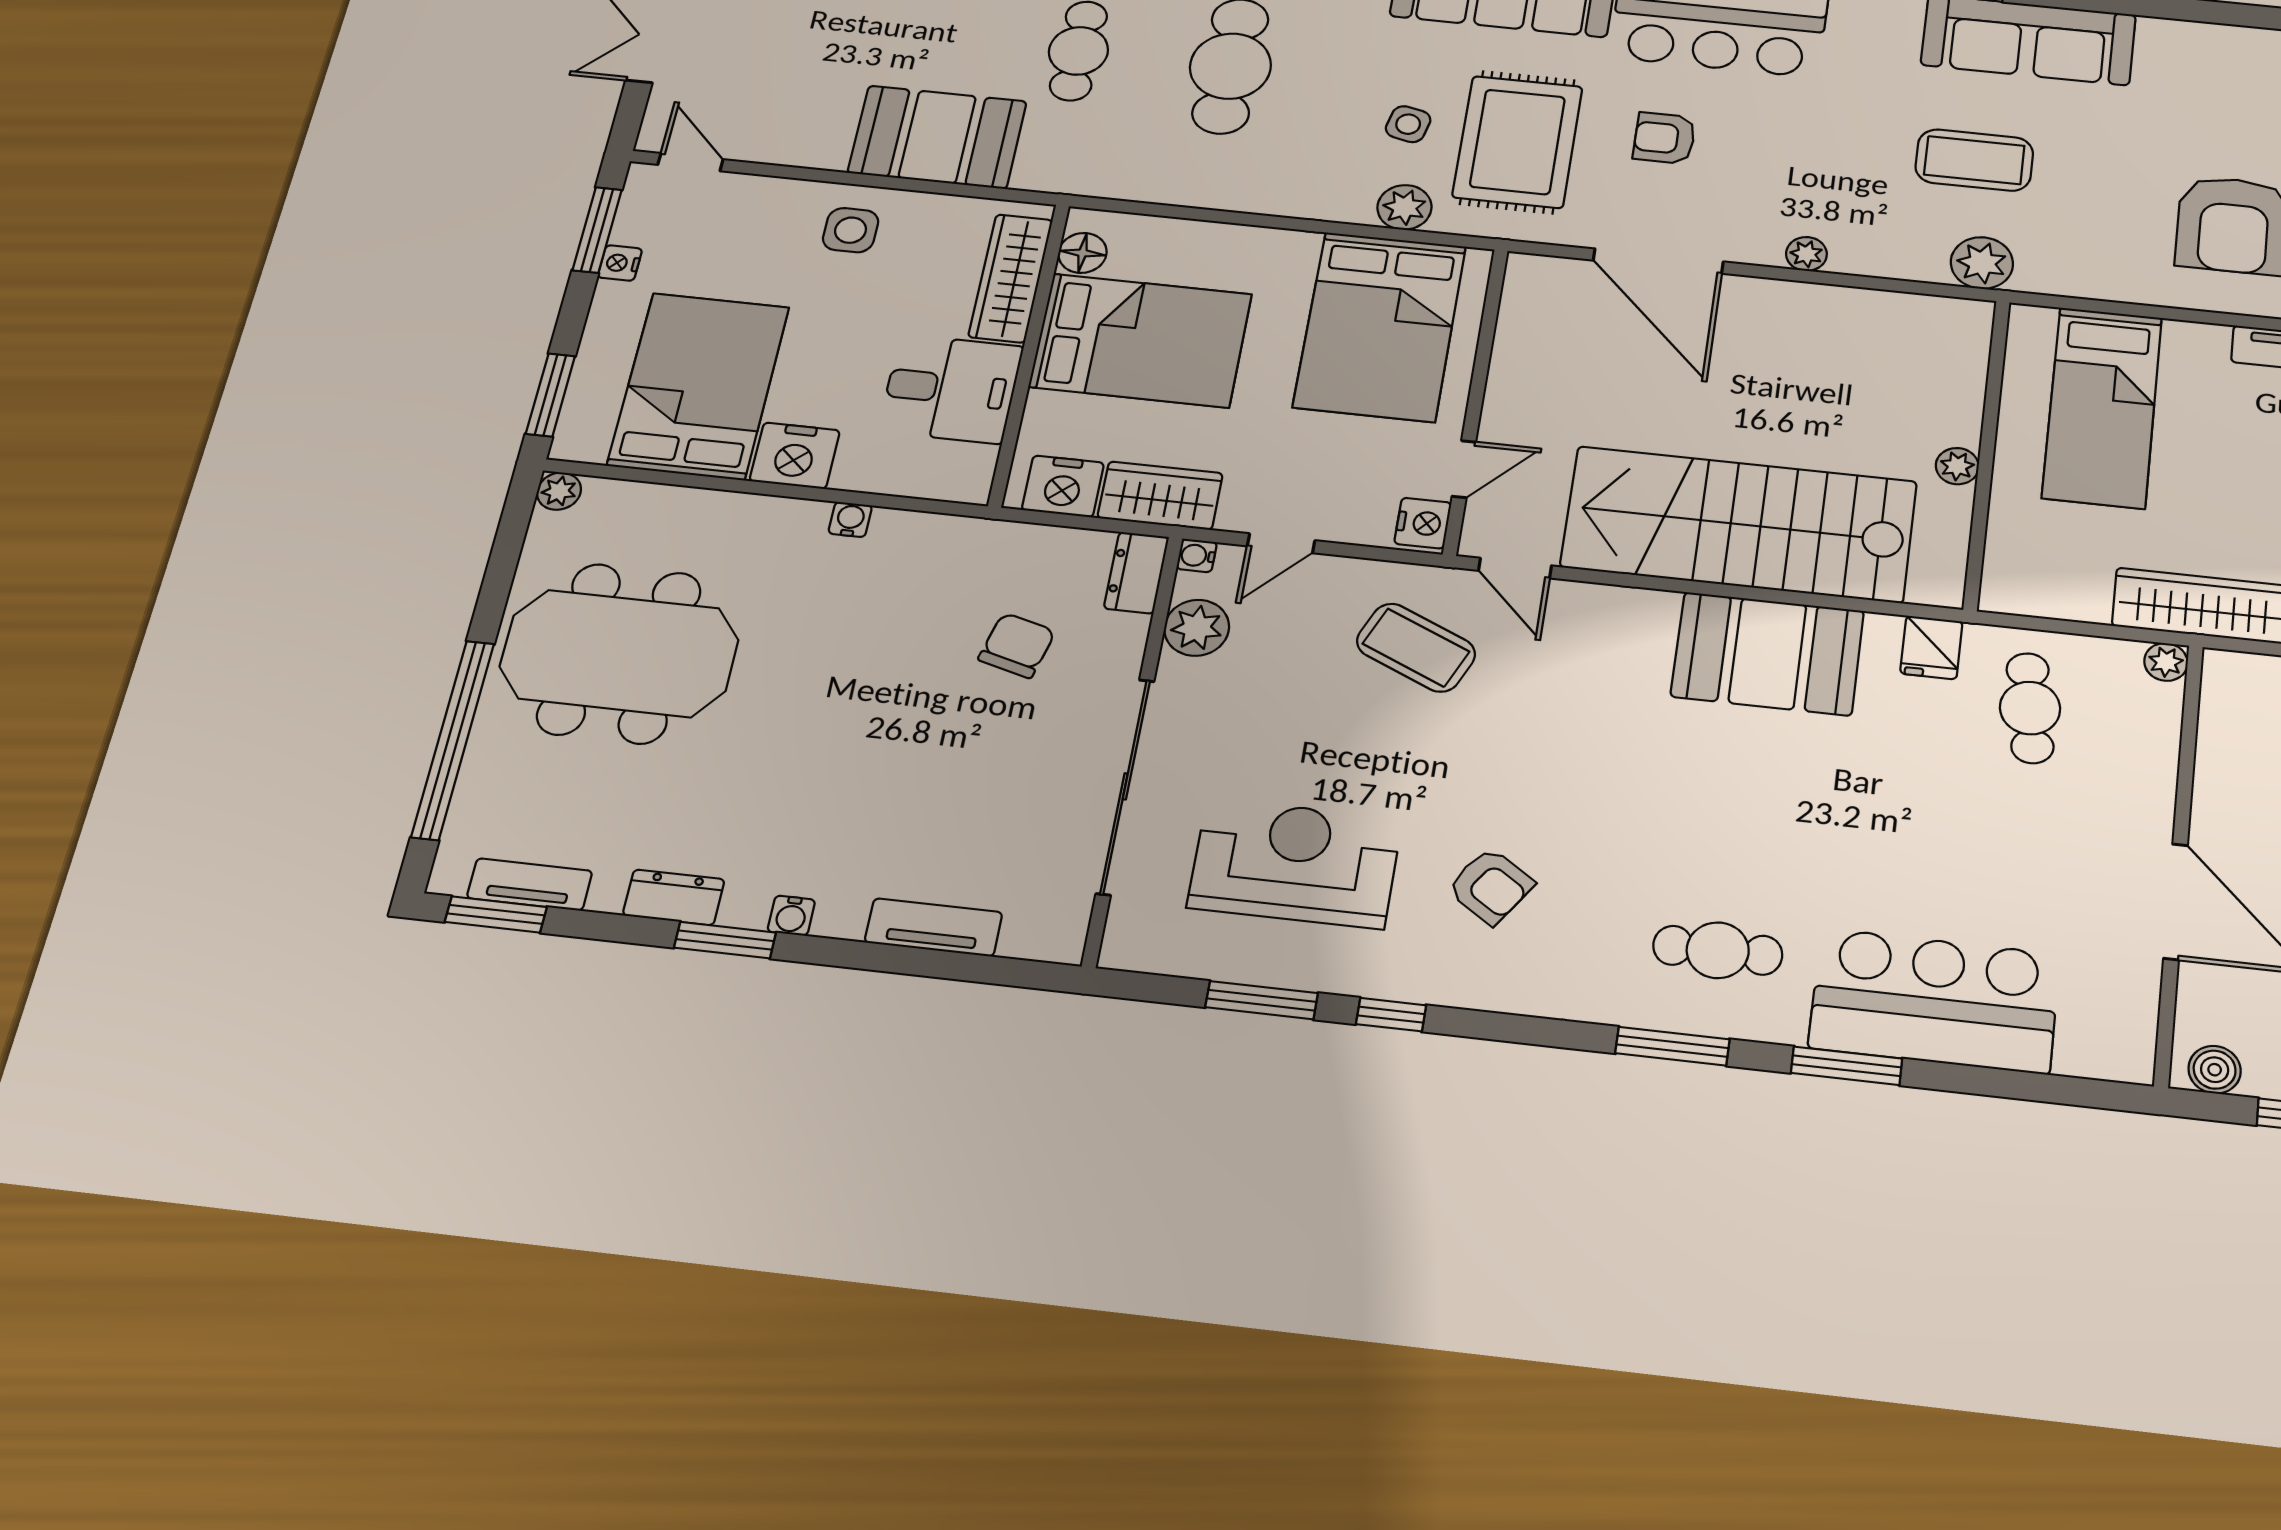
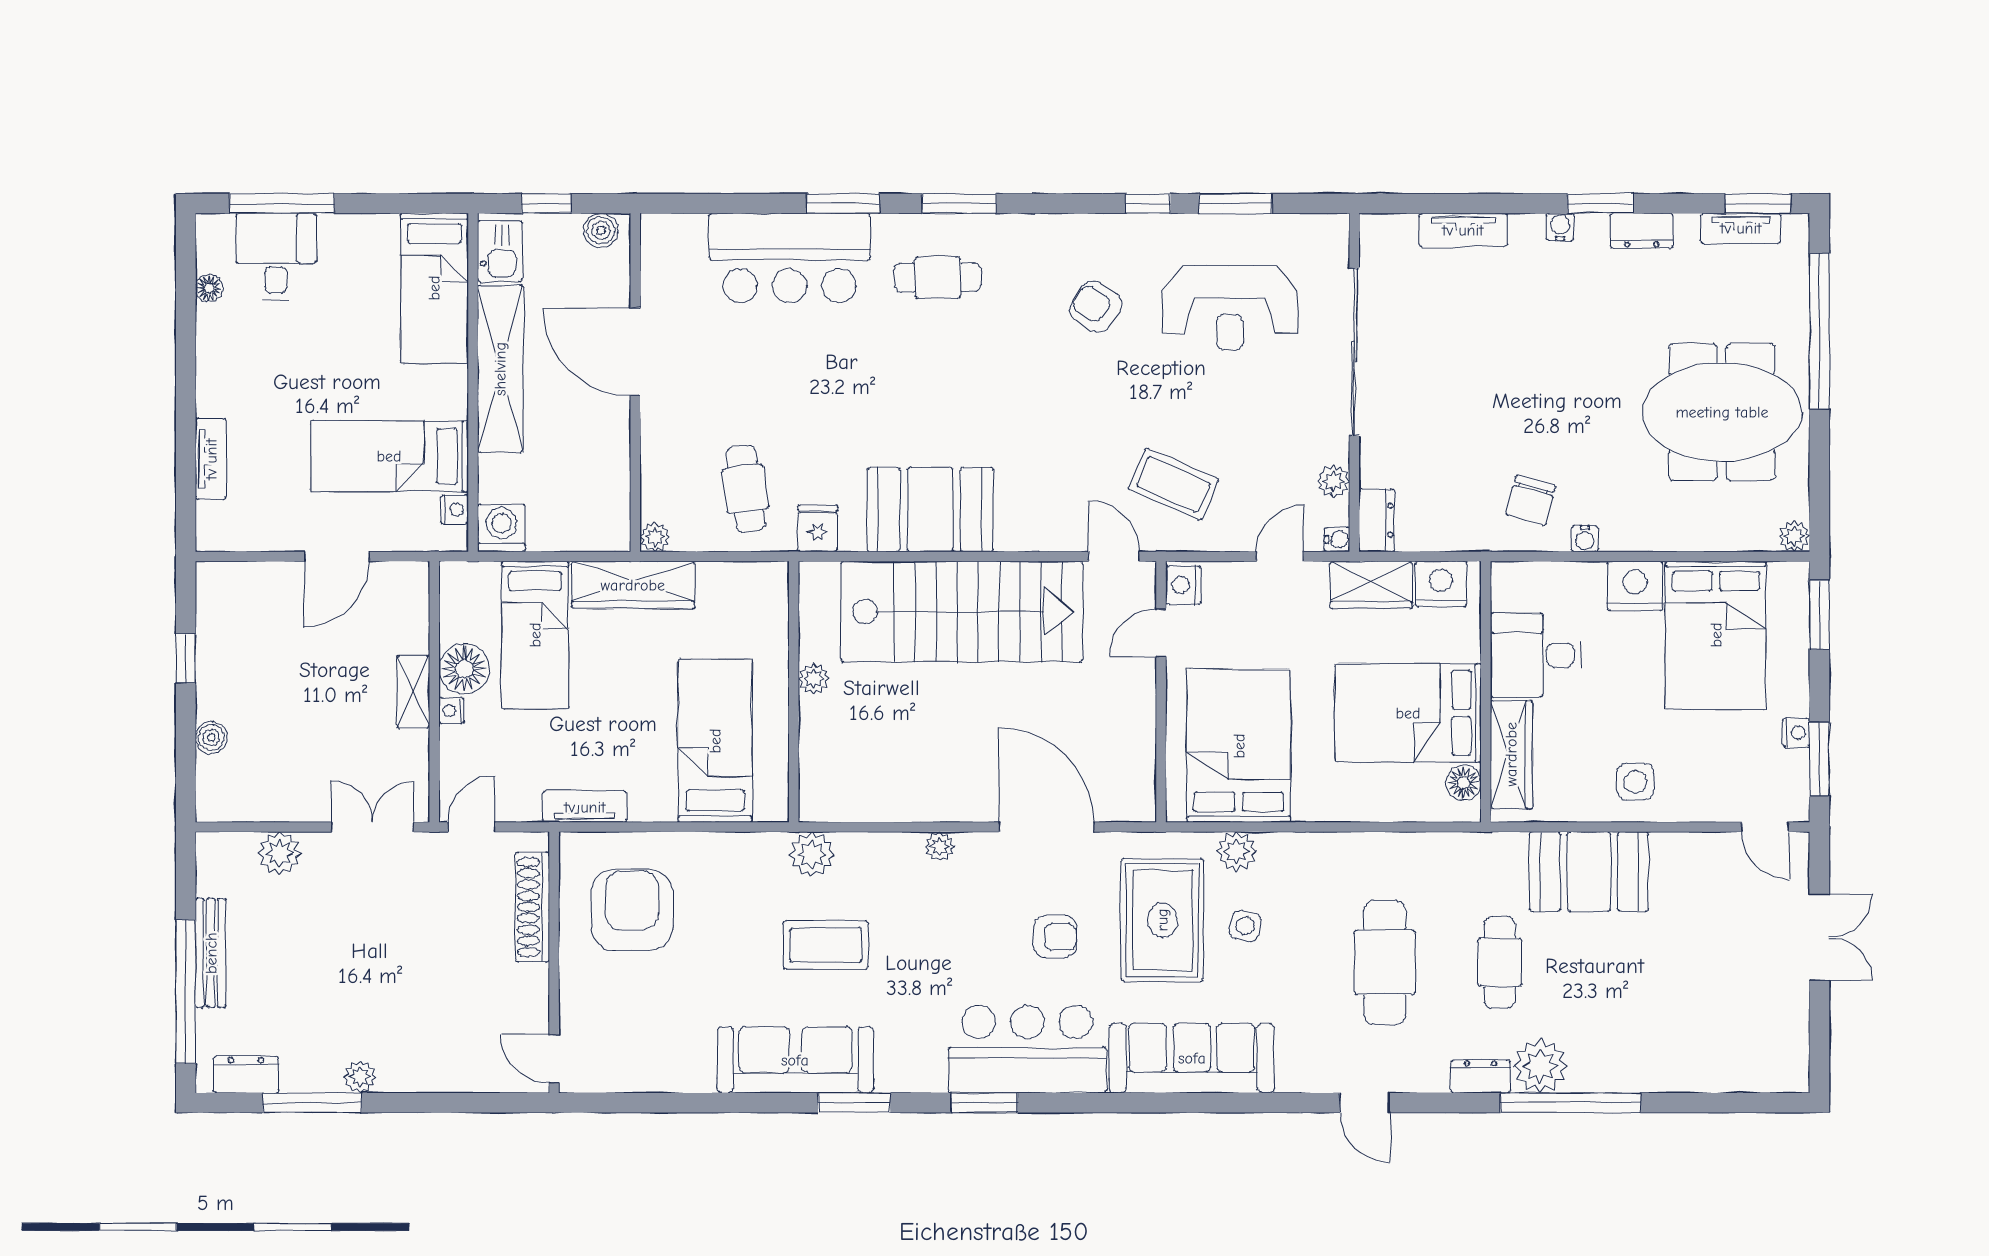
plant: (1197, 628) -> (1333, 481), width x0.73, depth x0.73
chair: (1017, 645) -> (1531, 500), moved

